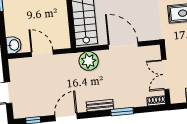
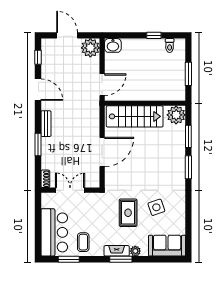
door: (42, 53) -> (102, 85), moved
plant: (89, 61) -> (90, 48), moved

